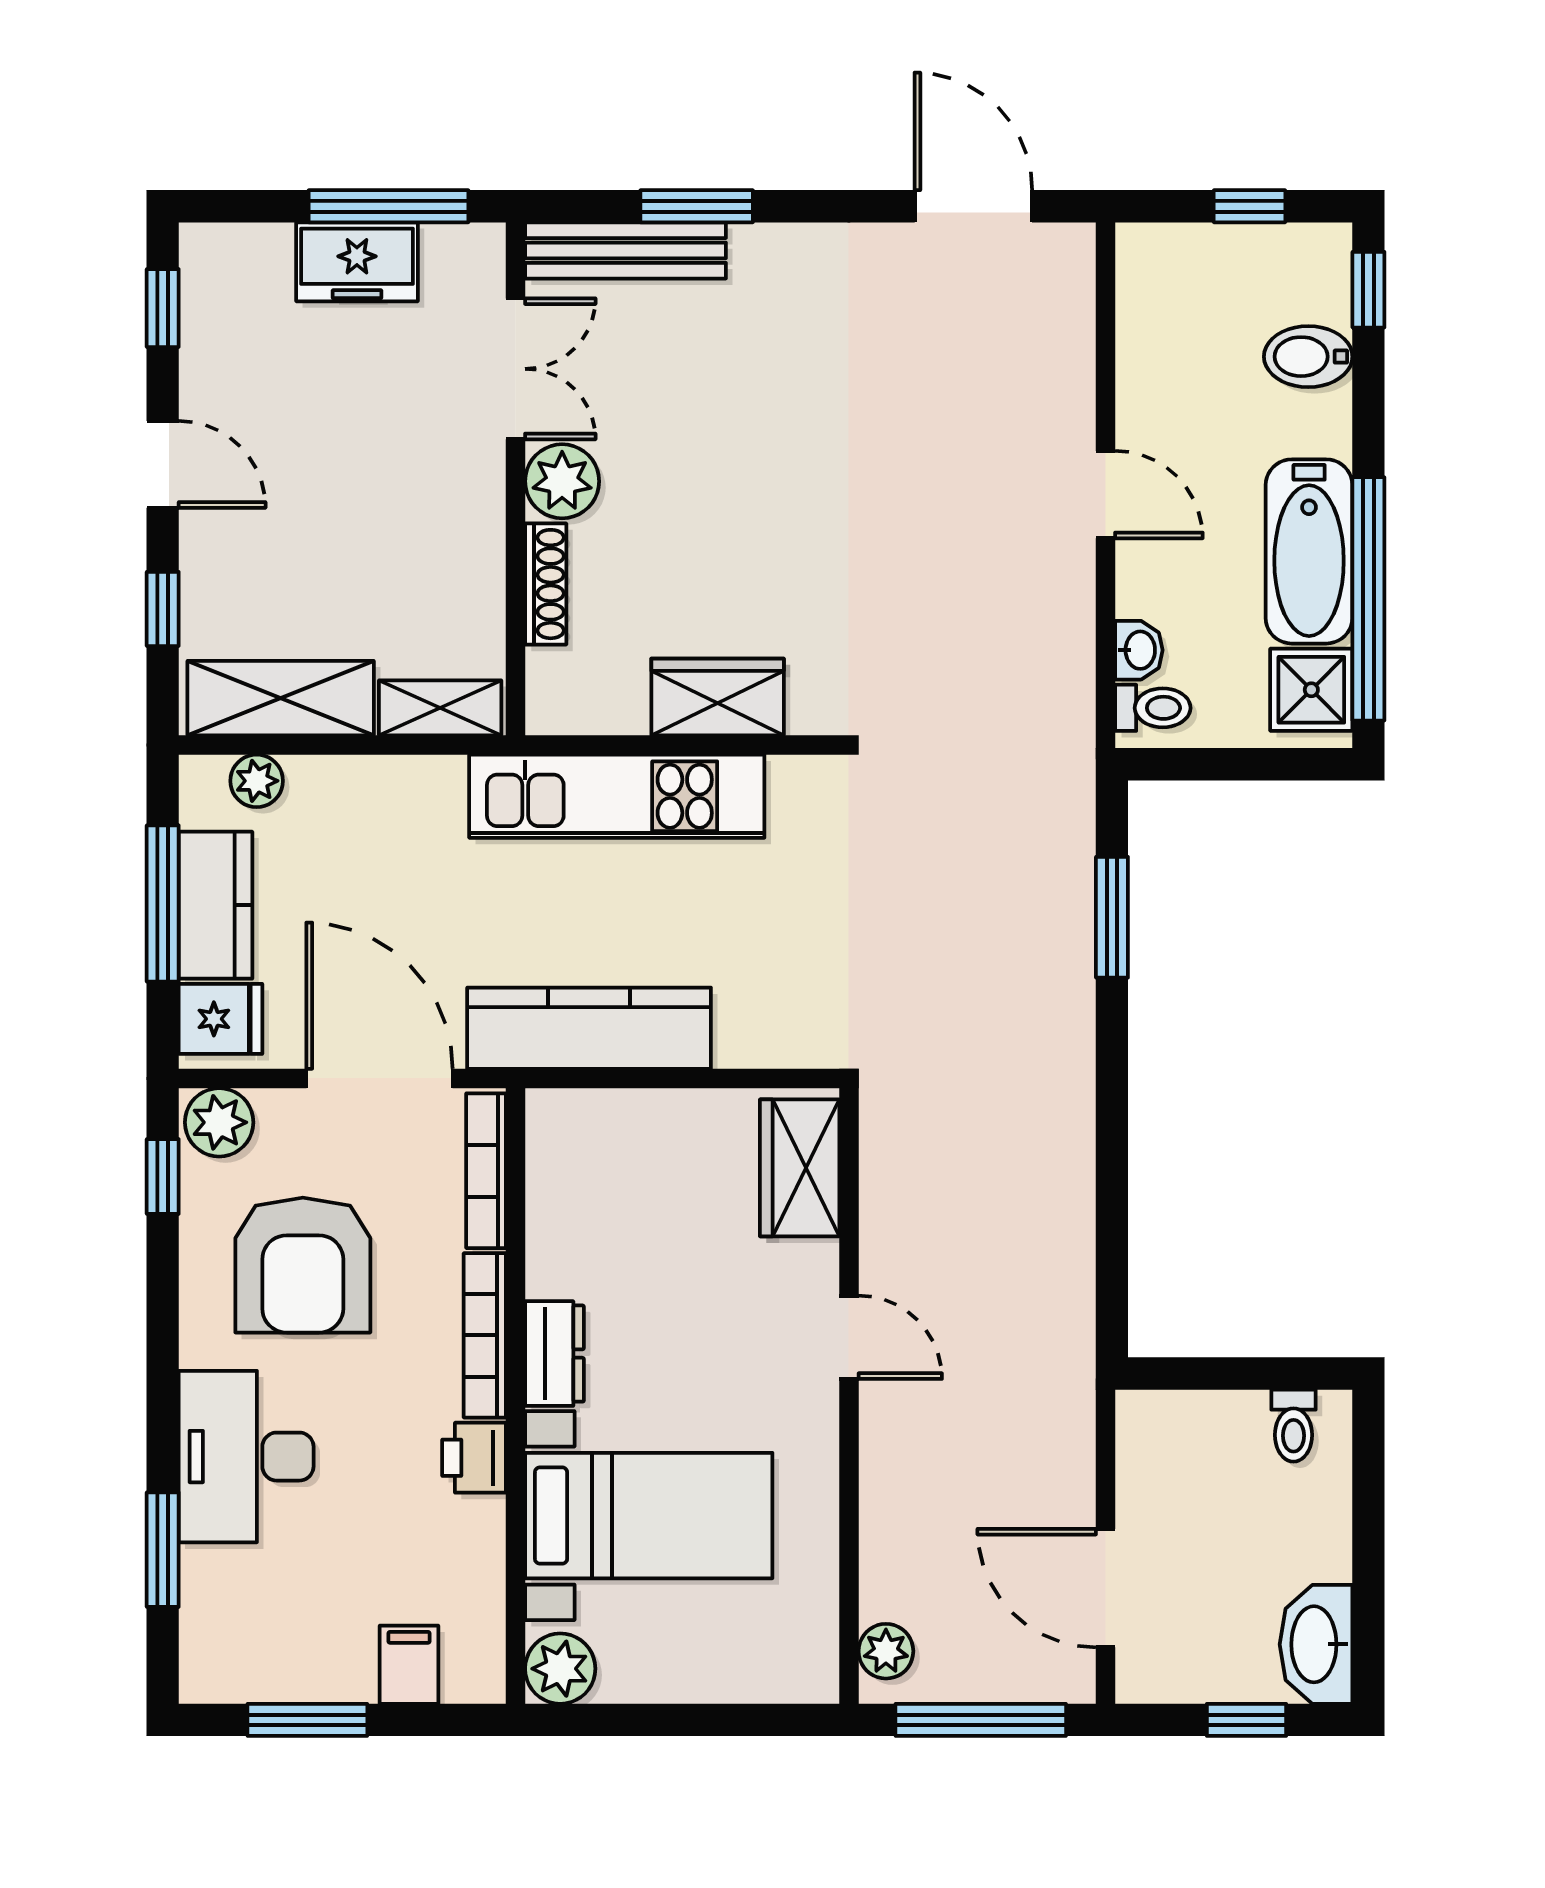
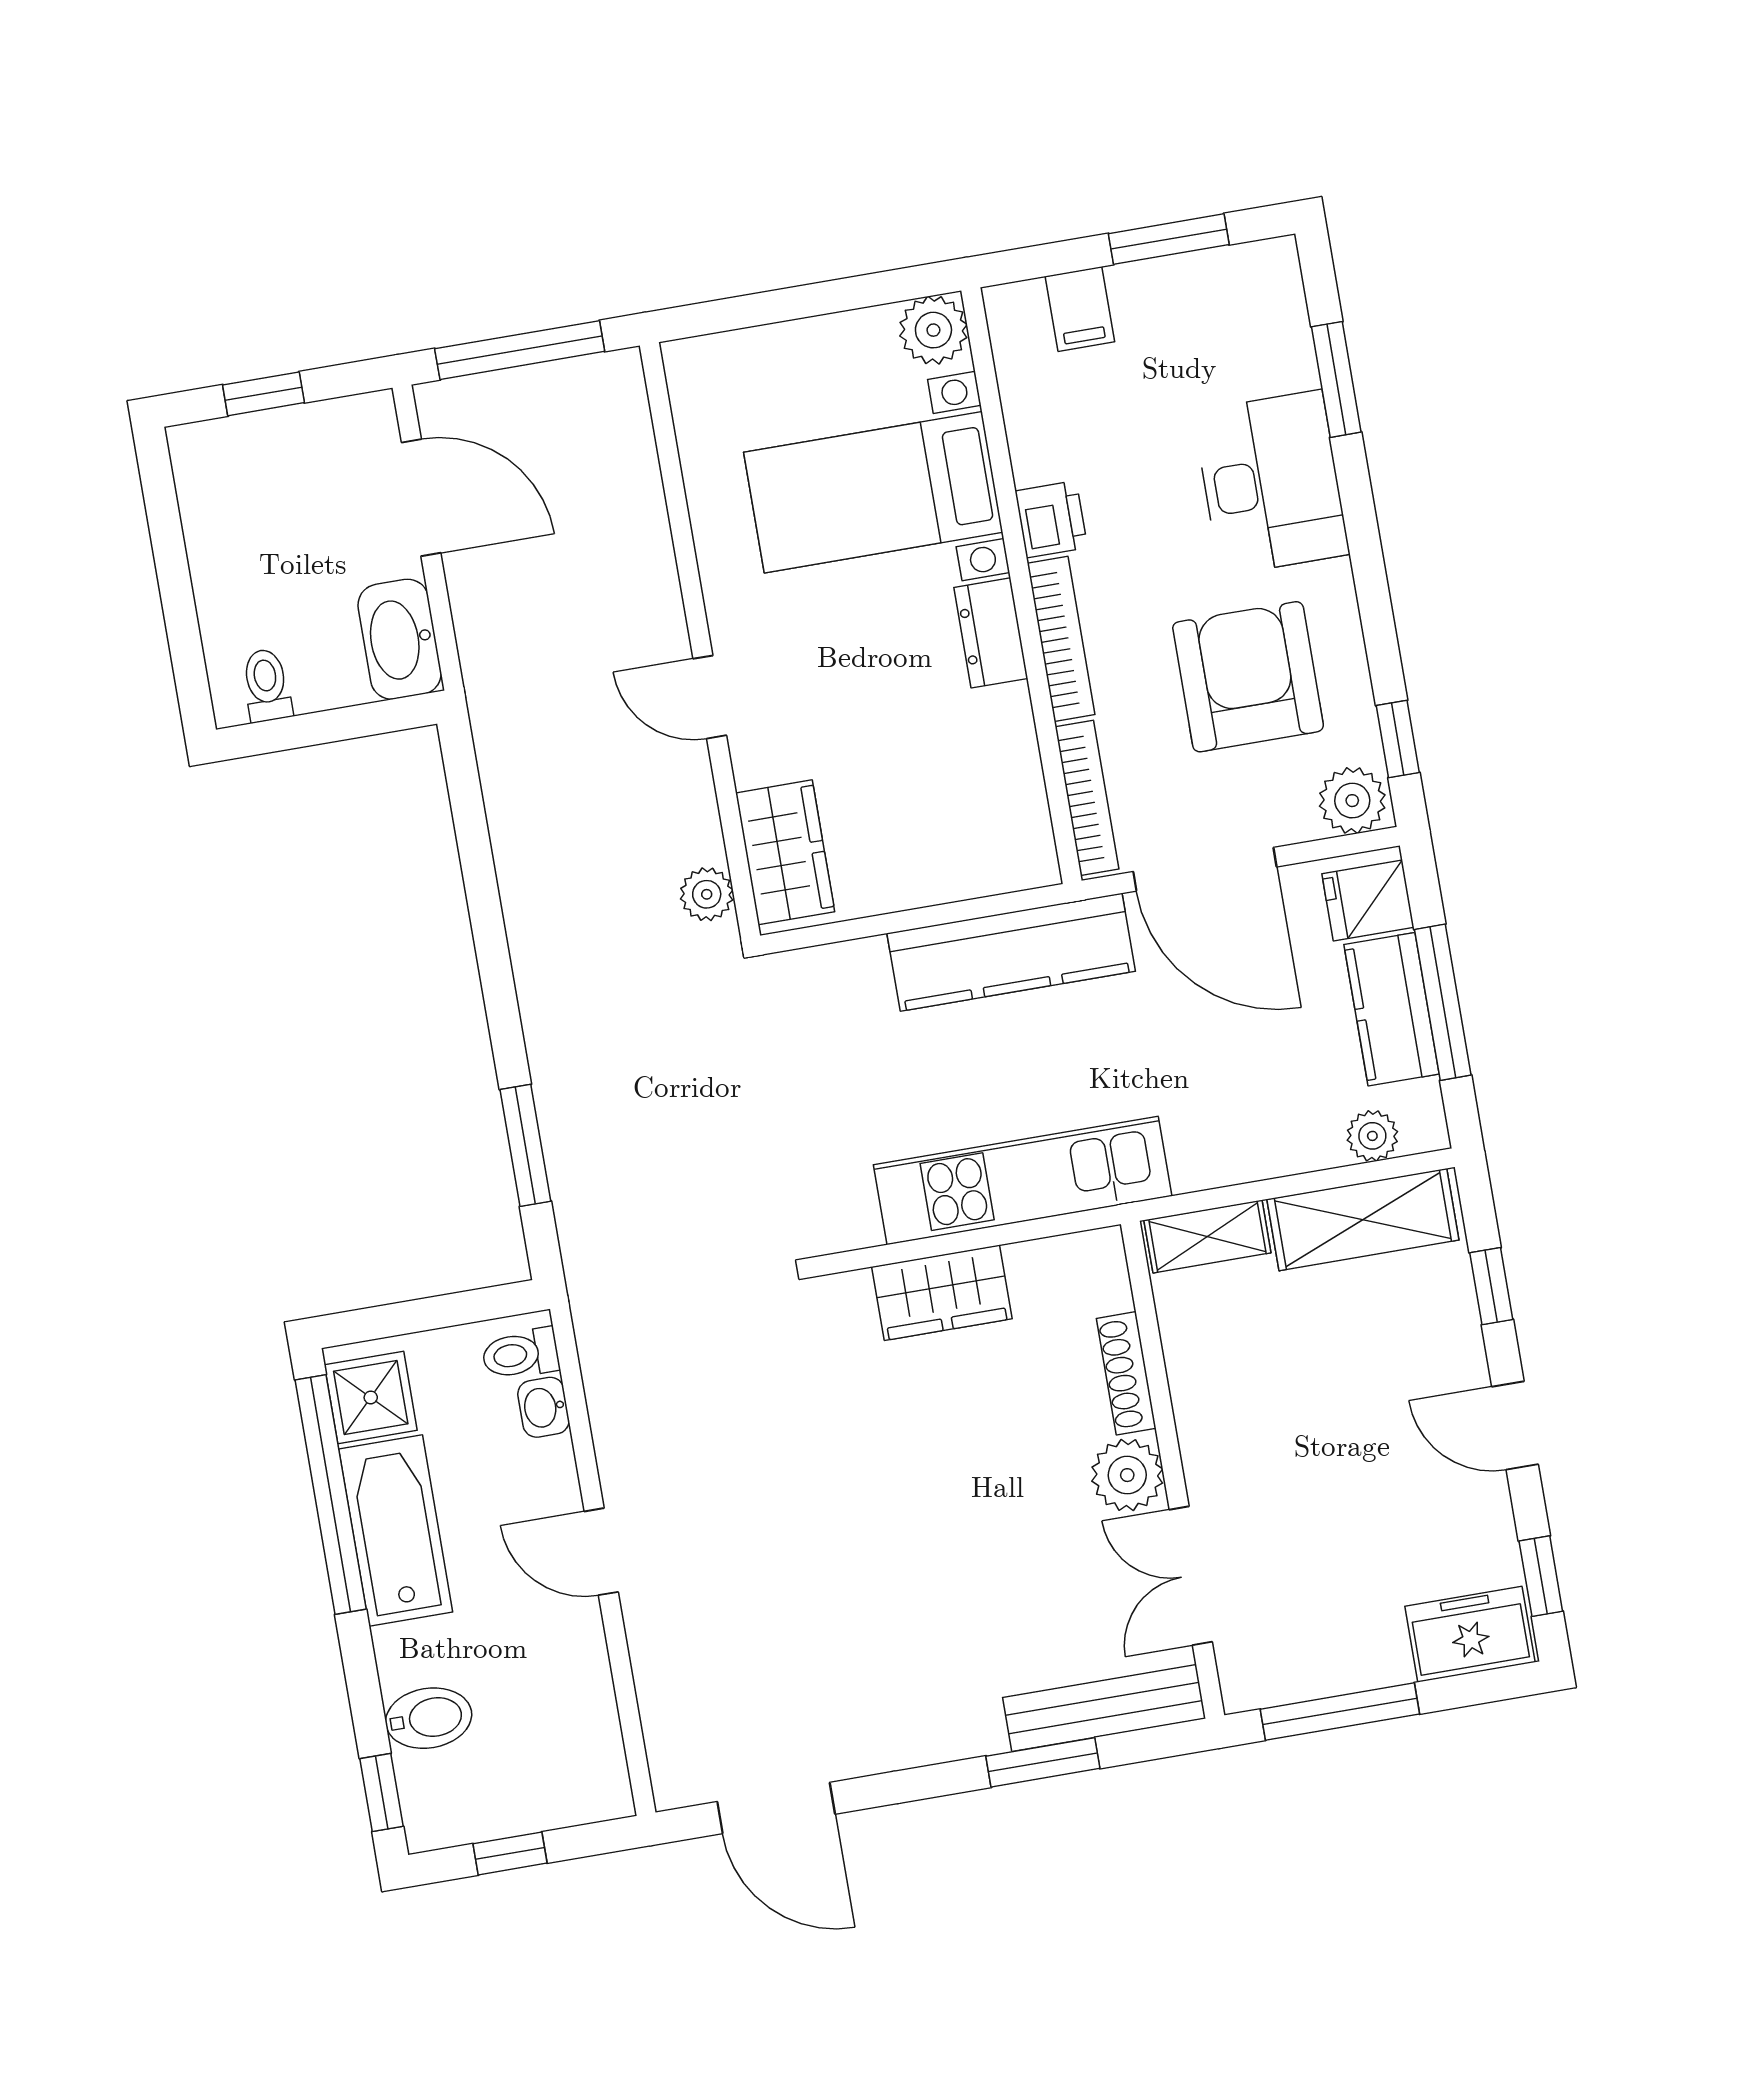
freezer: (357, 262) -> (1470, 1634), moved
washbasin: (1316, 1644) -> (400, 639), moved, turned 180
plant: (886, 1651) -> (707, 894), moved

